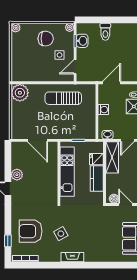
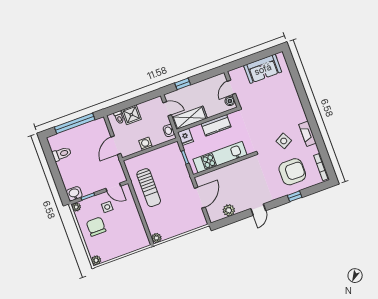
toilet: (105, 32) -> (62, 154), moved
washbasin: (82, 41) -> (74, 194), moved
door: (112, 83) -> (116, 145), hinge flipped
plant: (20, 93) -> (156, 238), width x0.53, depth x0.53
fridge: (96, 159) -> (185, 137), moved
plant: (17, 175) -> (229, 210), moved
armchair: (31, 231) -> (292, 172), turned -90
window: (8, 241) -> (295, 196), moved
fireplace: (72, 257) -> (308, 134), moved

